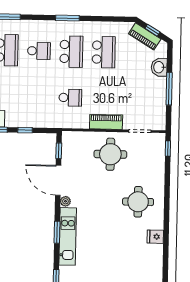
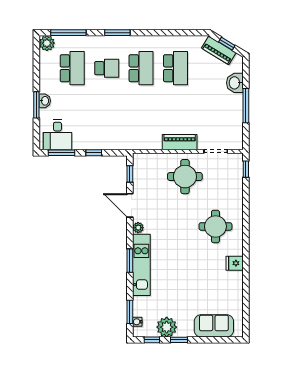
window: (67, 18) -> (117, 33), moved
school desk: (70, 98) -> (141, 117), removed
door: (58, 180) -> (130, 205), width x0.73

